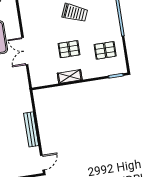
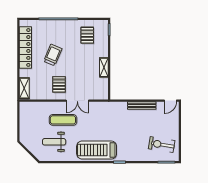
pallet: (69, 49) -> (59, 84), moved
door: (43, 163) -> (170, 101), swing flipped

